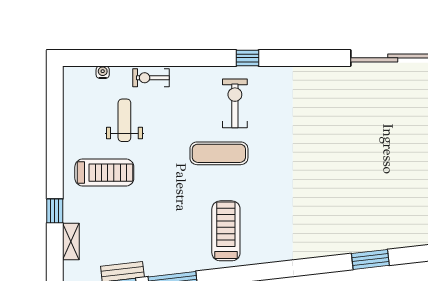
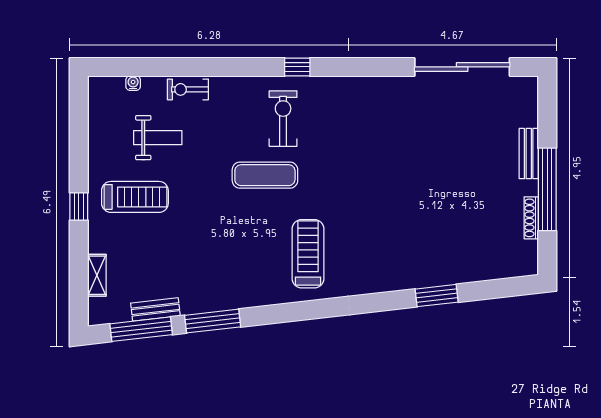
weight bench: (124, 120) -> (158, 138), turned 90
window: (55, 211) -> (79, 207), moved
treadmill: (226, 231) -> (308, 254), moved

